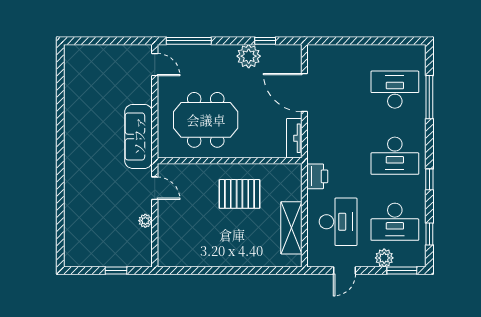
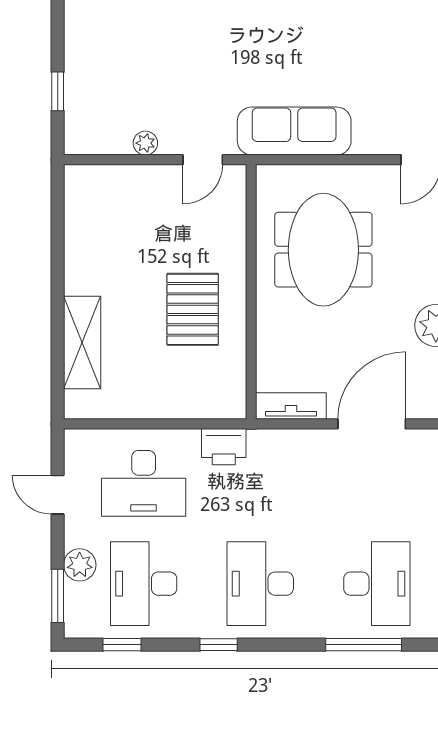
shelving: (291, 228) -> (82, 342), moved, turned 90

